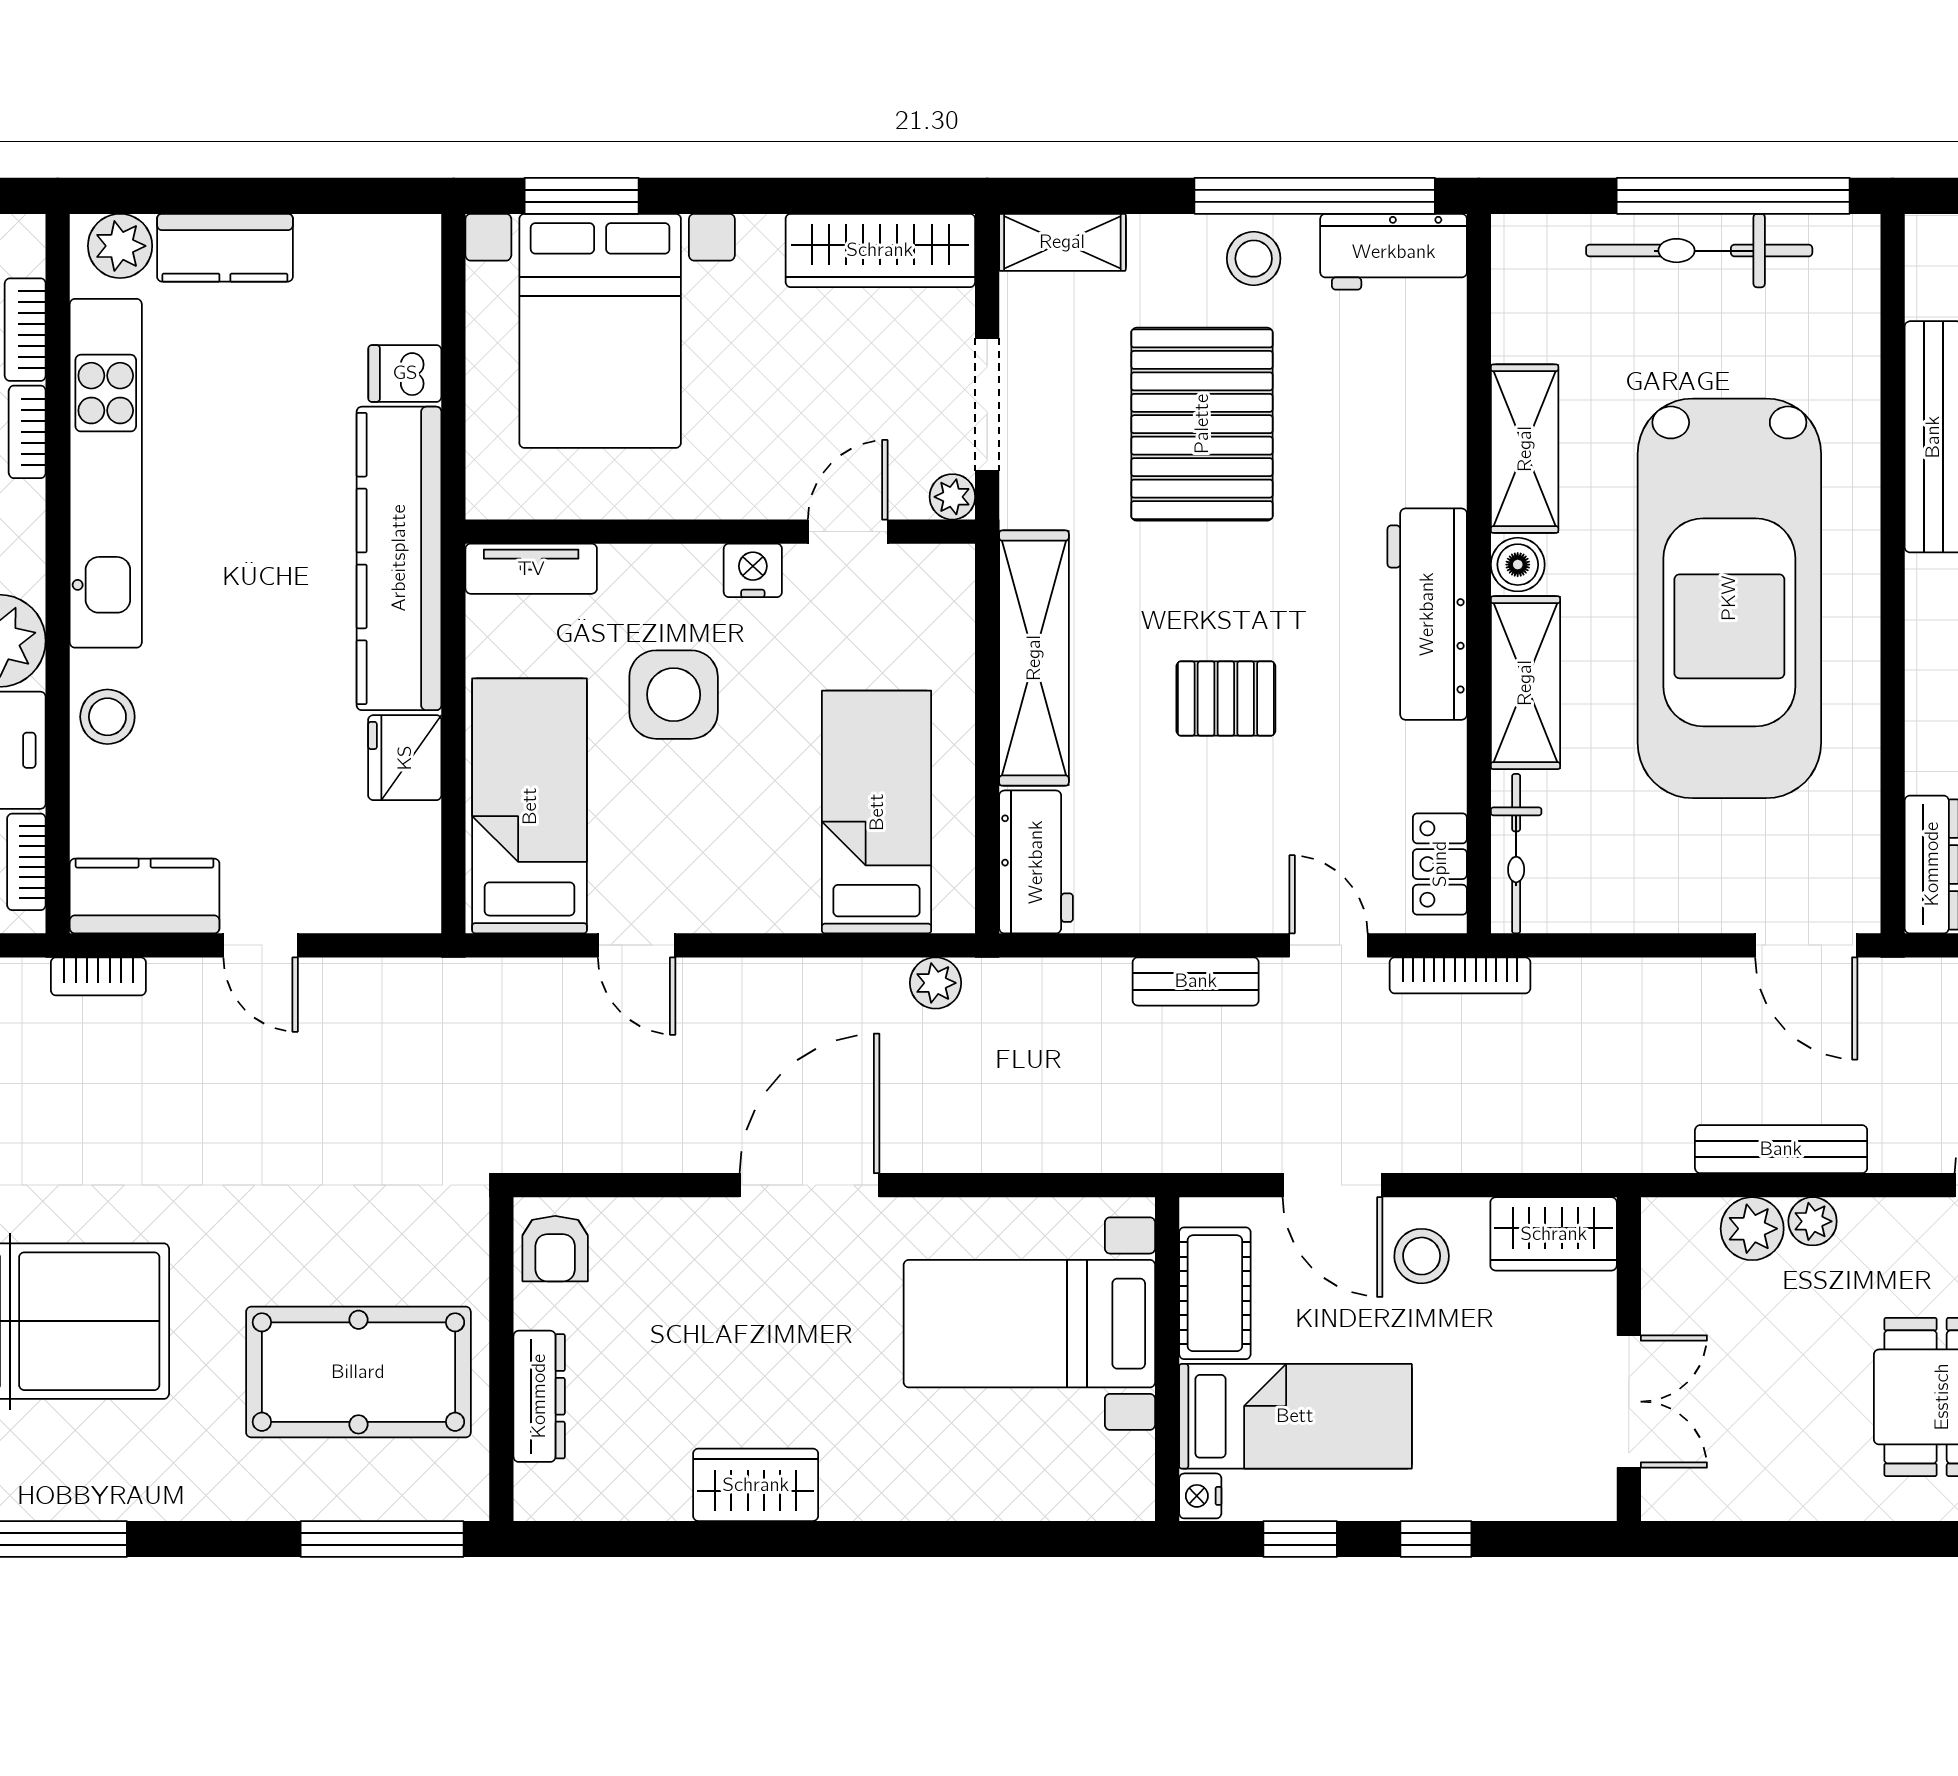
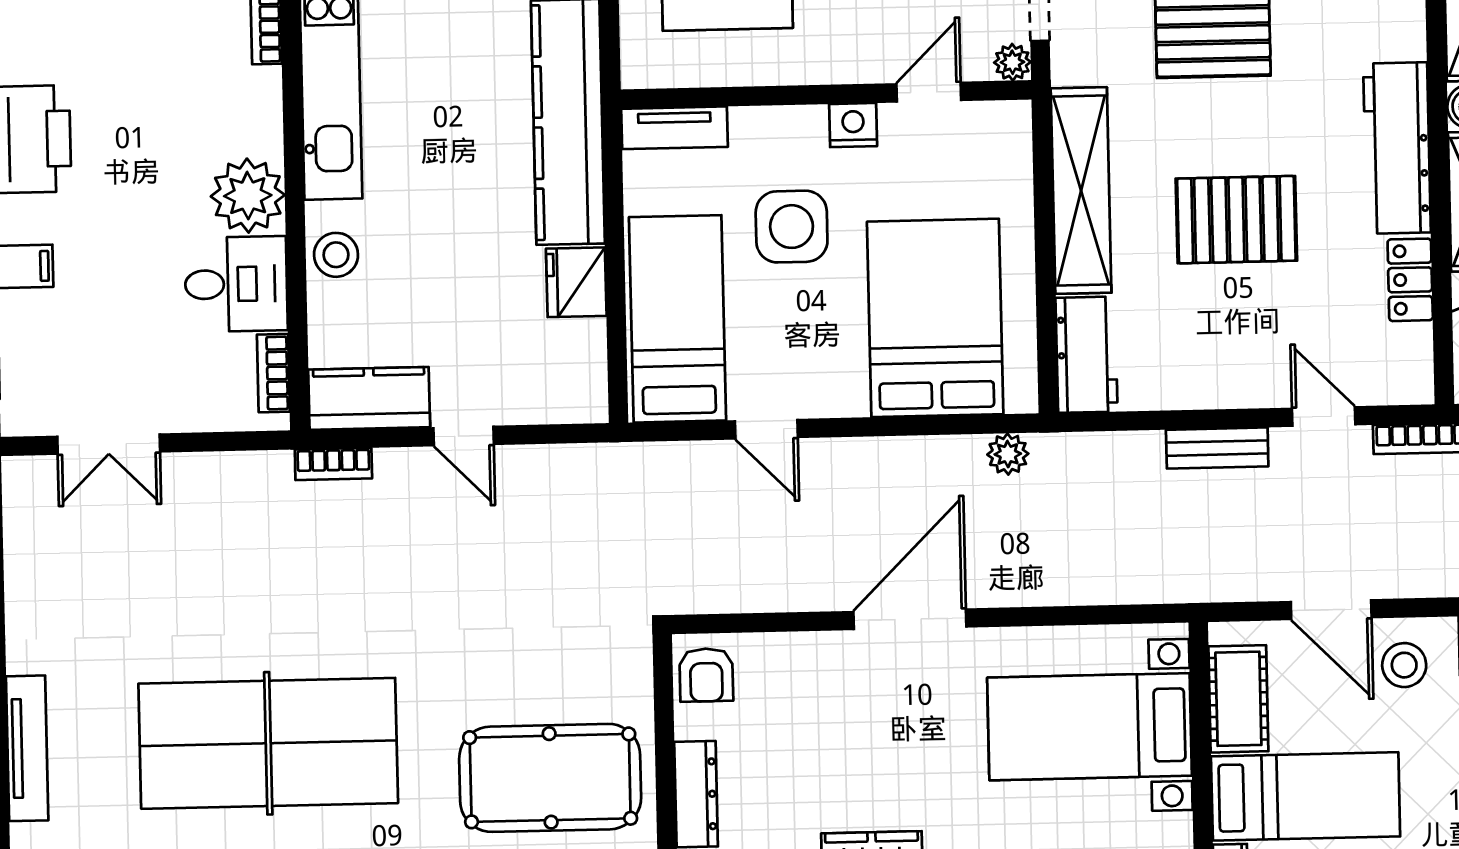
pallet: (1226, 699) -> (1236, 220), width x1.50, depth x1.42
bed: (877, 812) -> (935, 318), width x1.50
locker: (1440, 864) -> (1410, 280), moved

